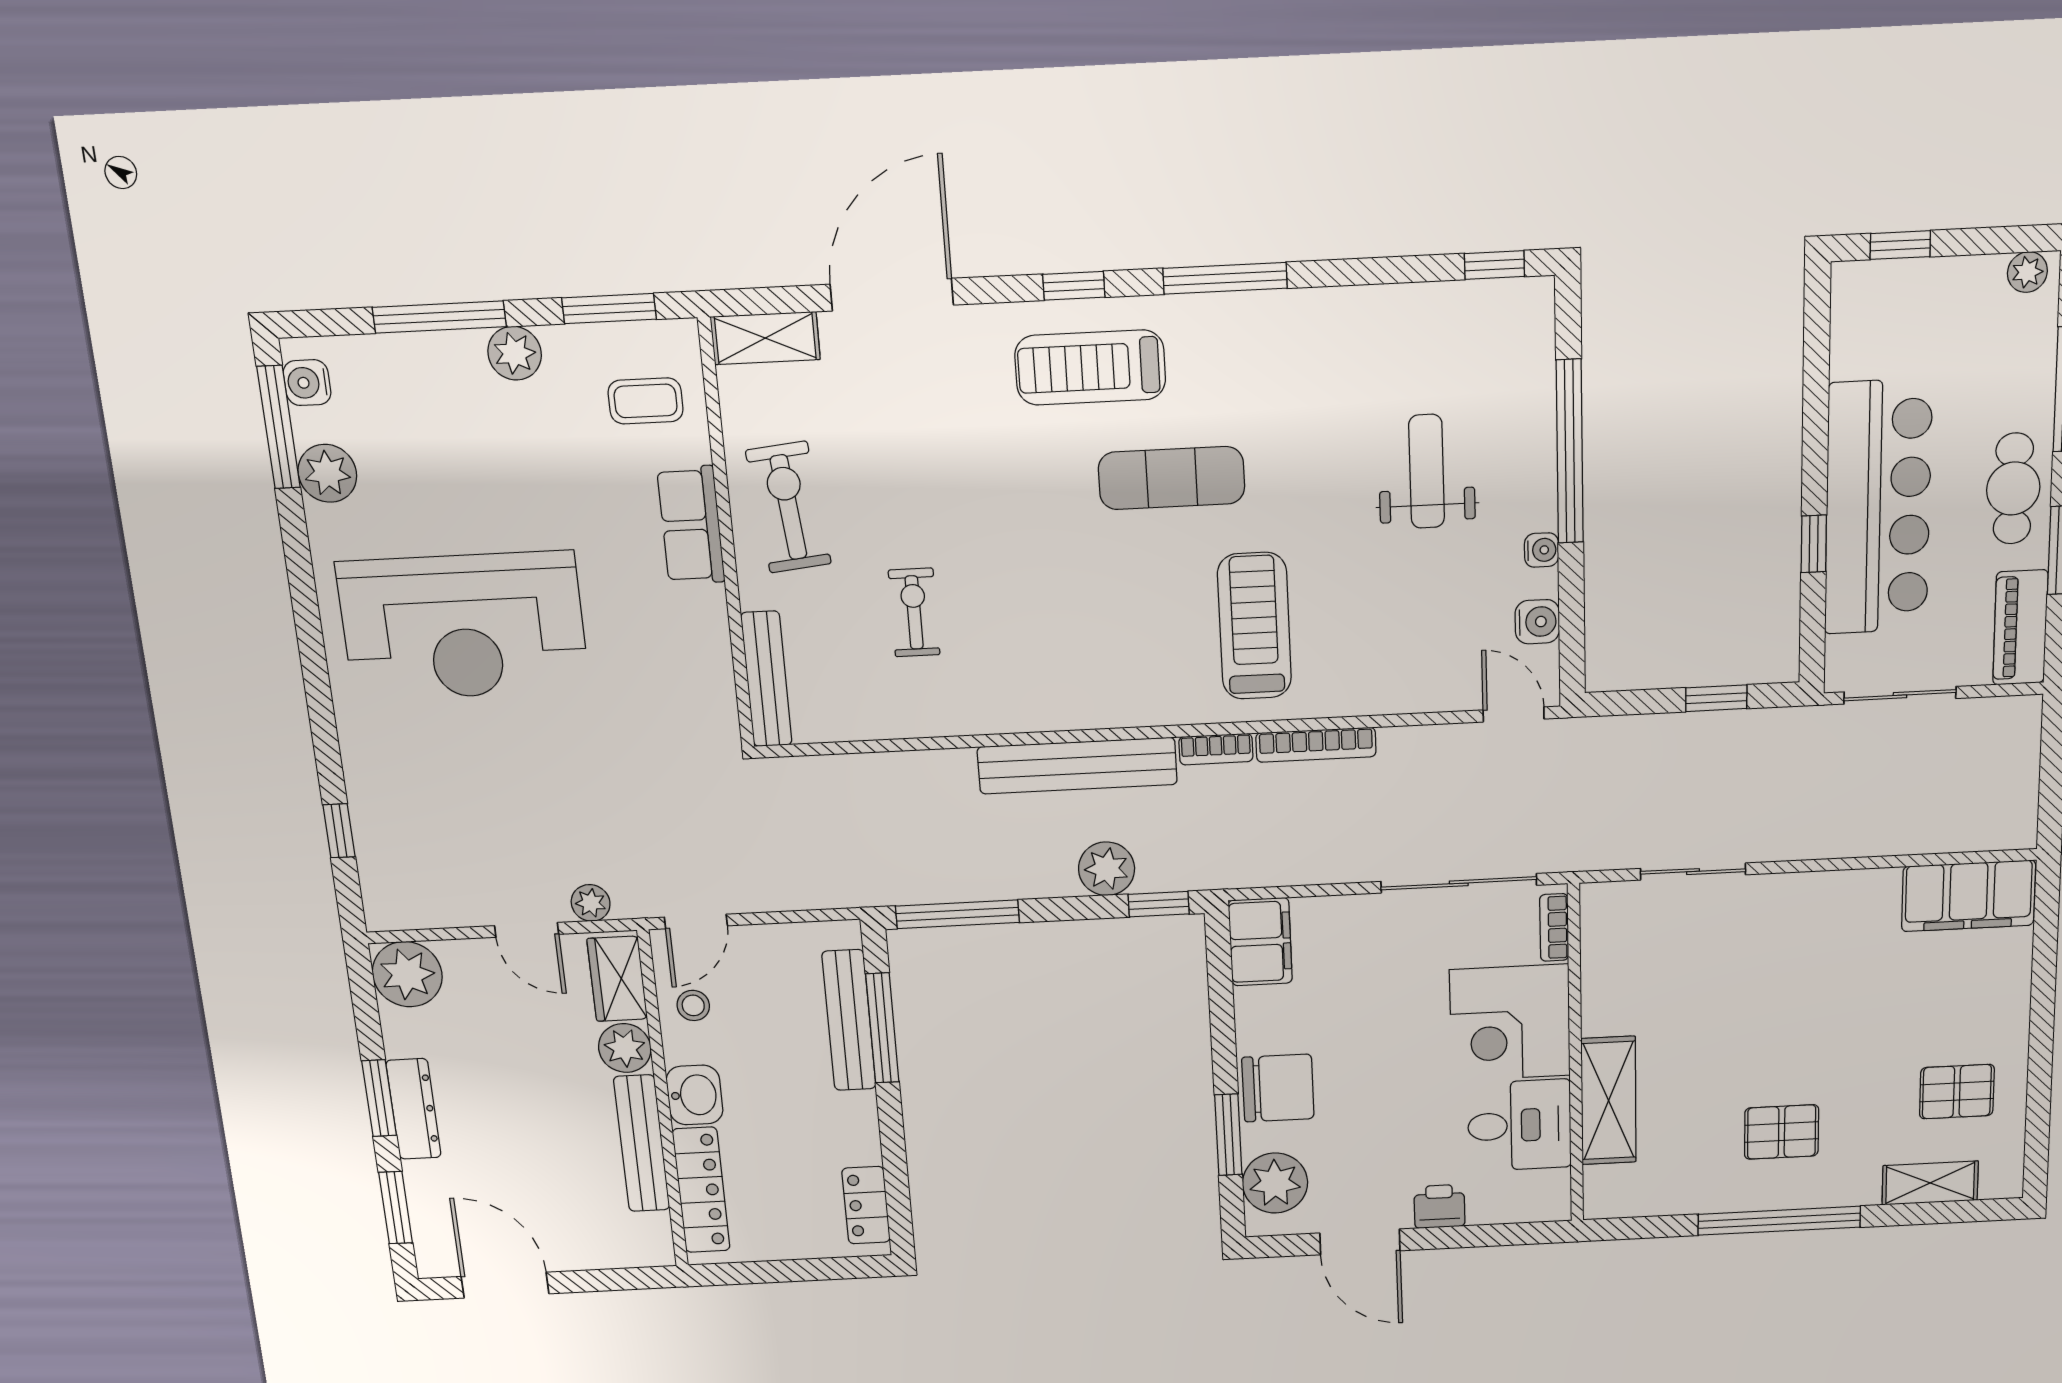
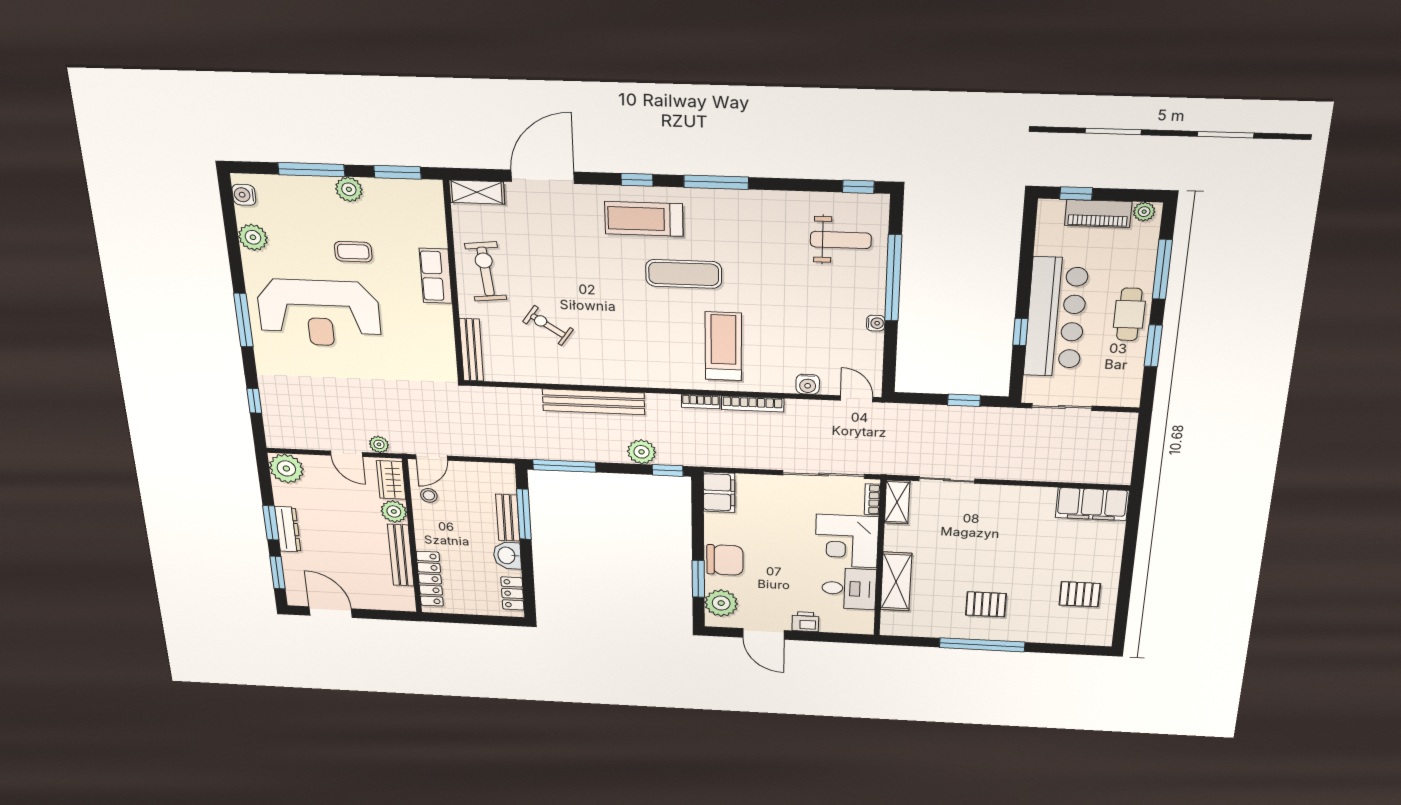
coffee table: (646, 401) -> (353, 252), moved
window: (279, 427) -> (243, 320), moved
weight bench: (1427, 471) -> (841, 240), moved, turned 90
exercise bike: (914, 612) -> (548, 326), turned -56
water cooler: (1537, 622) -> (808, 384), moved, turned 90
piano: (2020, 627) -> (1098, 214), moved, turned -90
bench: (1077, 766) -> (593, 402), moved
bench: (849, 1020) -> (508, 518), width x0.73
washbasin: (695, 1095) -> (507, 555), moved, turned 180
shelving: (1930, 1183) -> (897, 502), moved, turned 90

